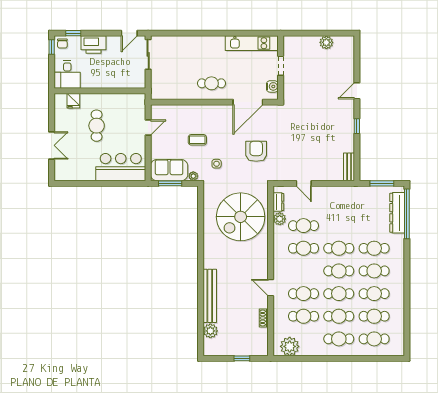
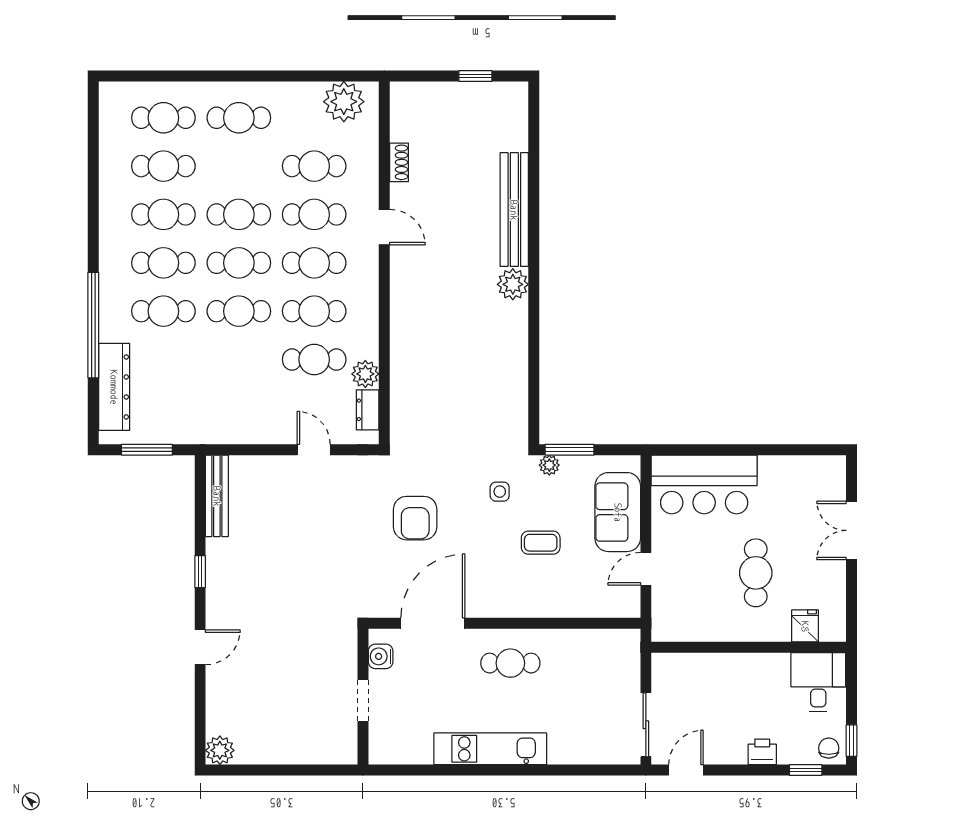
plant: (326, 42) -> (220, 750), moved
kitchen unit: (252, 43) -> (490, 749), moved
printer: (94, 45) -> (762, 752), width x0.53, depth x0.68
bench: (349, 167) -> (217, 496), width x1.36
sofa: (169, 170) -> (618, 512), moved, turned 90
window: (170, 183) -> (569, 450), moved
window: (407, 214) -> (93, 325), moved
spiral stairs: (241, 217) -> (448, 378), removed
cafe table: (339, 316) -> (314, 263), moved
plant: (210, 331) -> (513, 284), moved
window: (242, 358) -> (475, 76), moved

